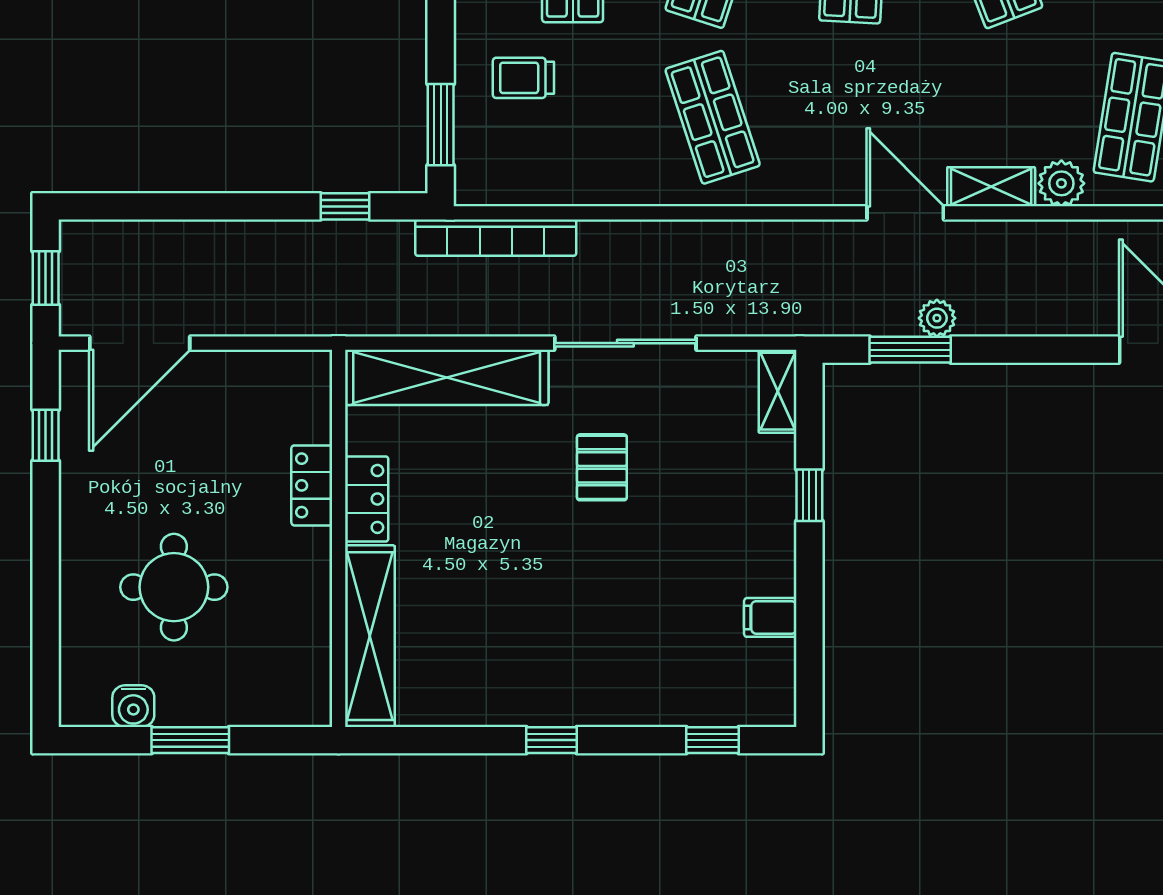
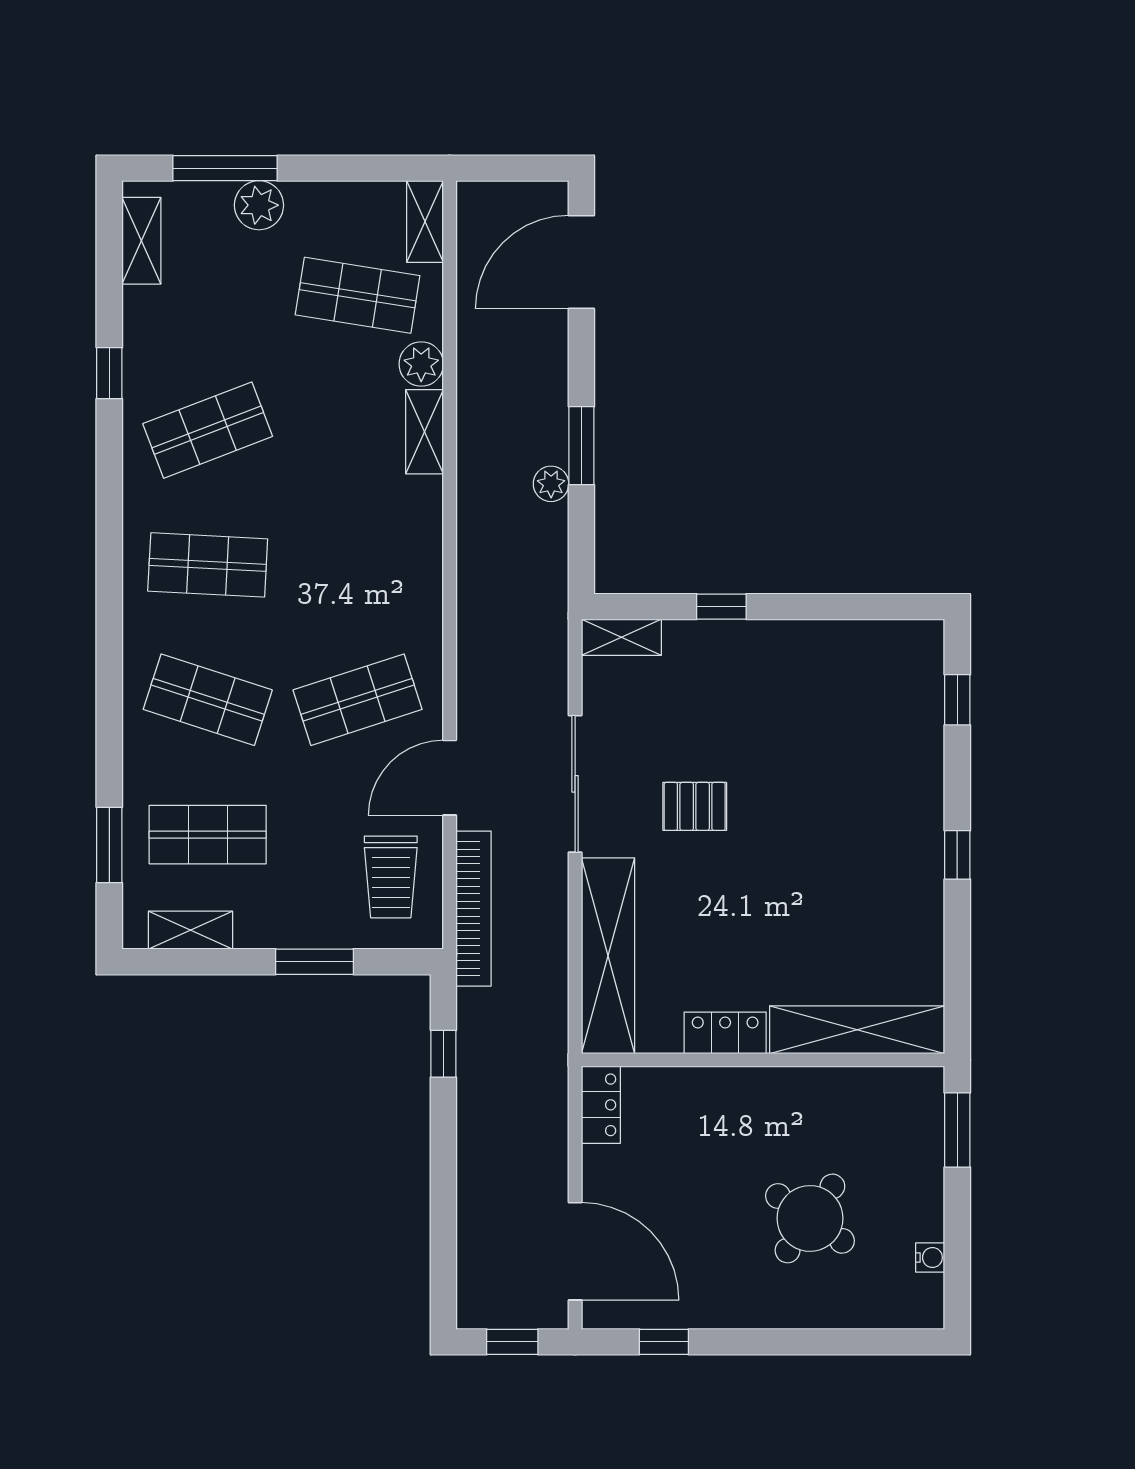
trolley: (523, 78) -> (391, 877), moved, width x1.36, depth x1.39
window: (441, 125) -> (314, 962), moved
door: (905, 213) -> (450, 778), moved
window: (910, 350) -> (581, 446), moved
locker: (312, 485) -> (601, 1105), moved, turned -90
round table: (174, 587) -> (810, 1218), turned 35
filing cabinet: (770, 617) -> (839, 644), removed
water cooler: (133, 706) -> (930, 1257), width x0.72, depth x0.72
window: (190, 740) -> (957, 1130), moved

